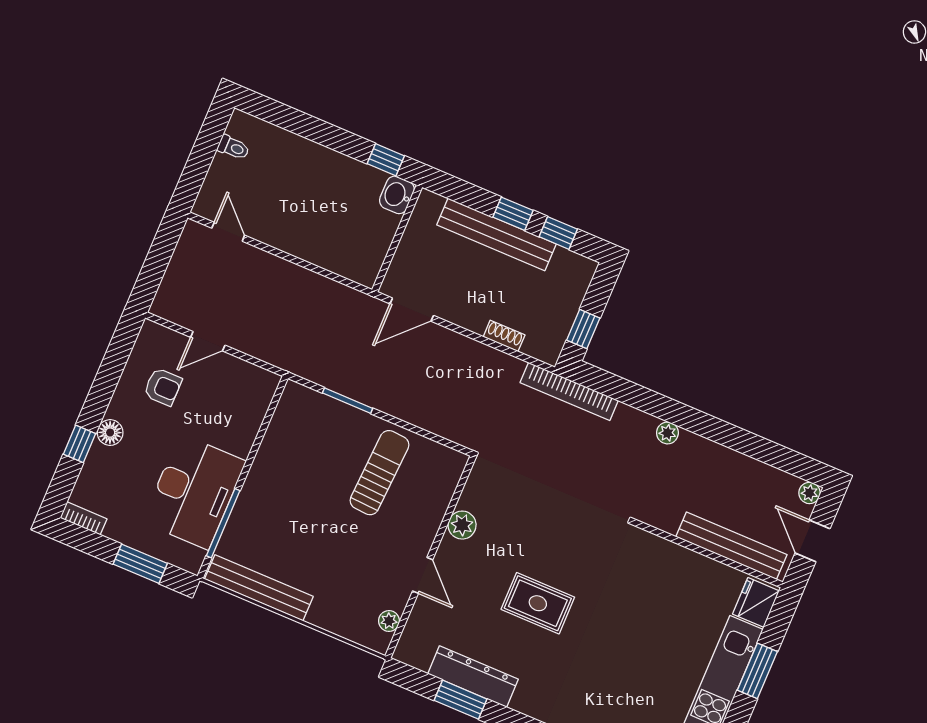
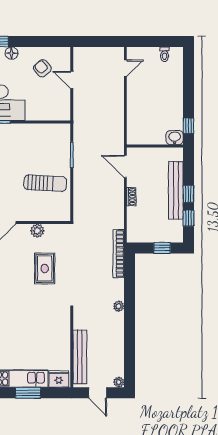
window: (583, 329) -> (162, 248), moved
shoe rack: (504, 336) -> (131, 197), moved
armchair: (163, 387) -> (42, 68), turned 139
door: (812, 541) -> (98, 393), swing flipped
rug: (538, 603) -> (45, 268), moved

